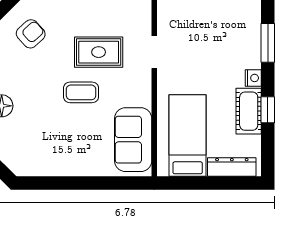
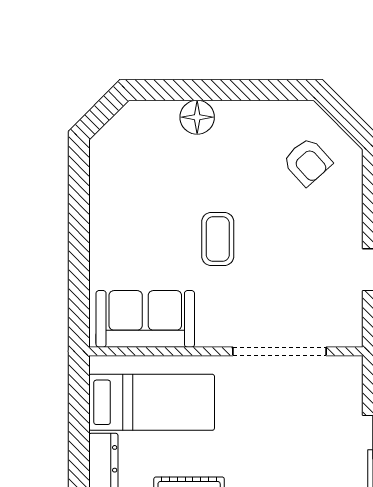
rug: (99, 52) -> (280, 266), removed
doorway: (154, 52) -> (279, 351), width x1.88

